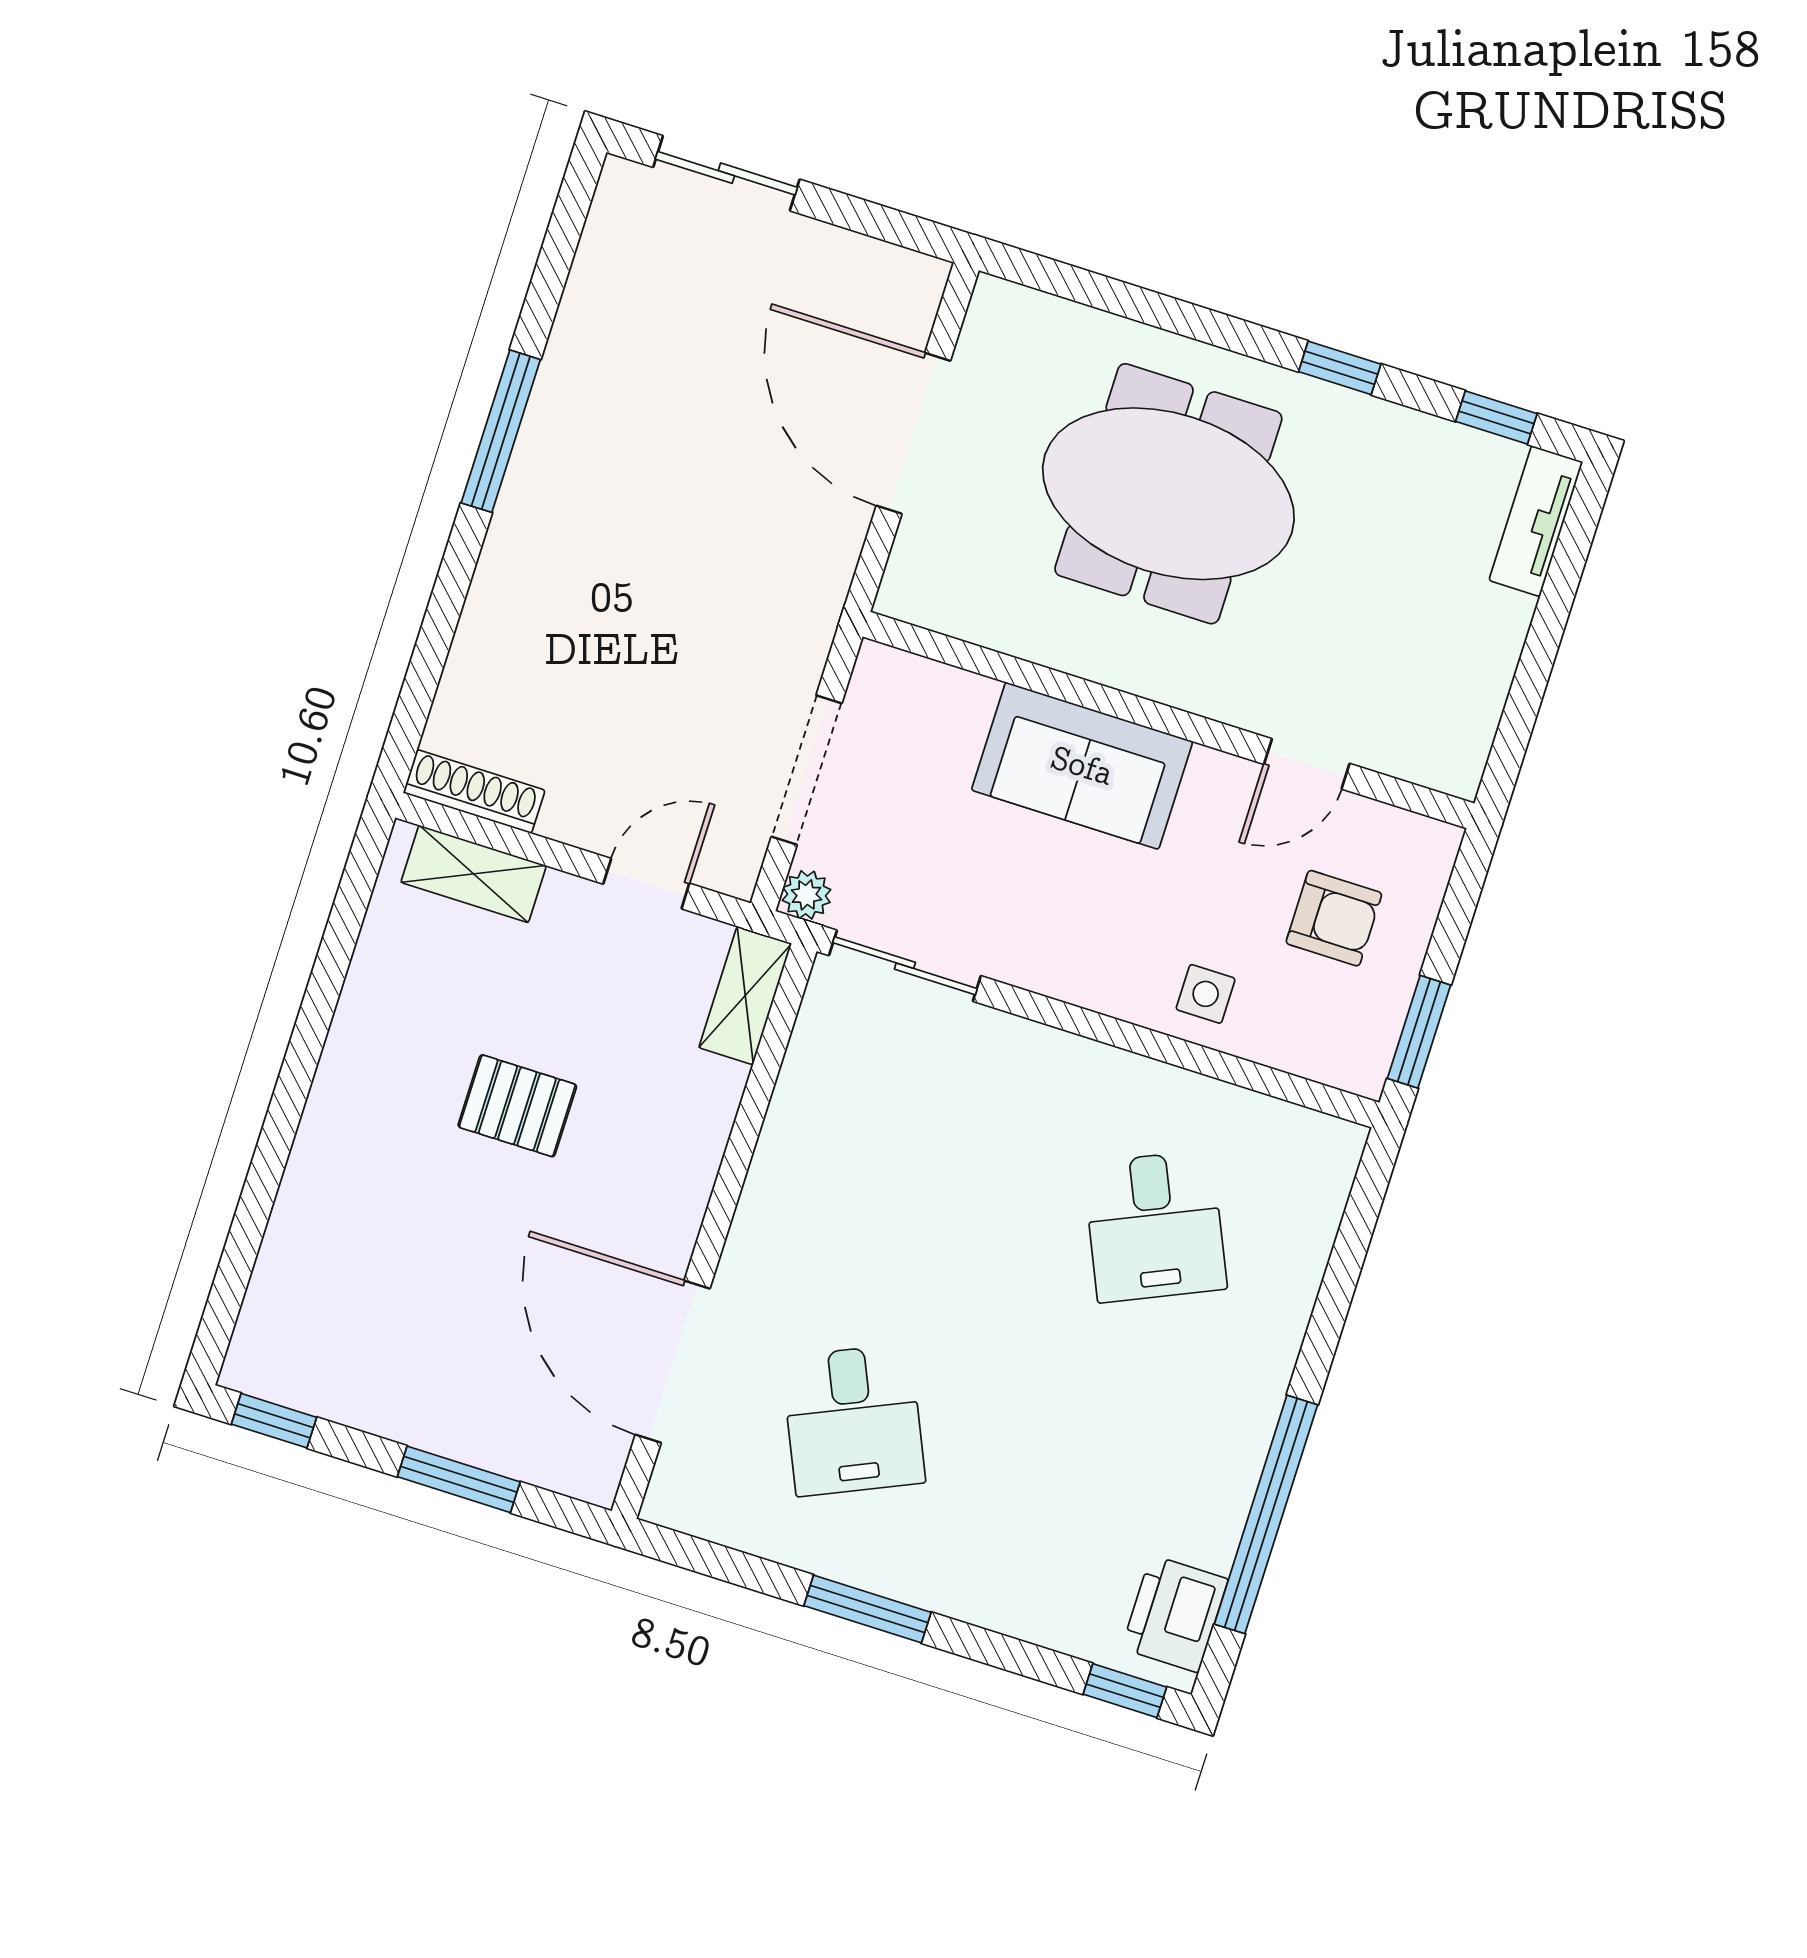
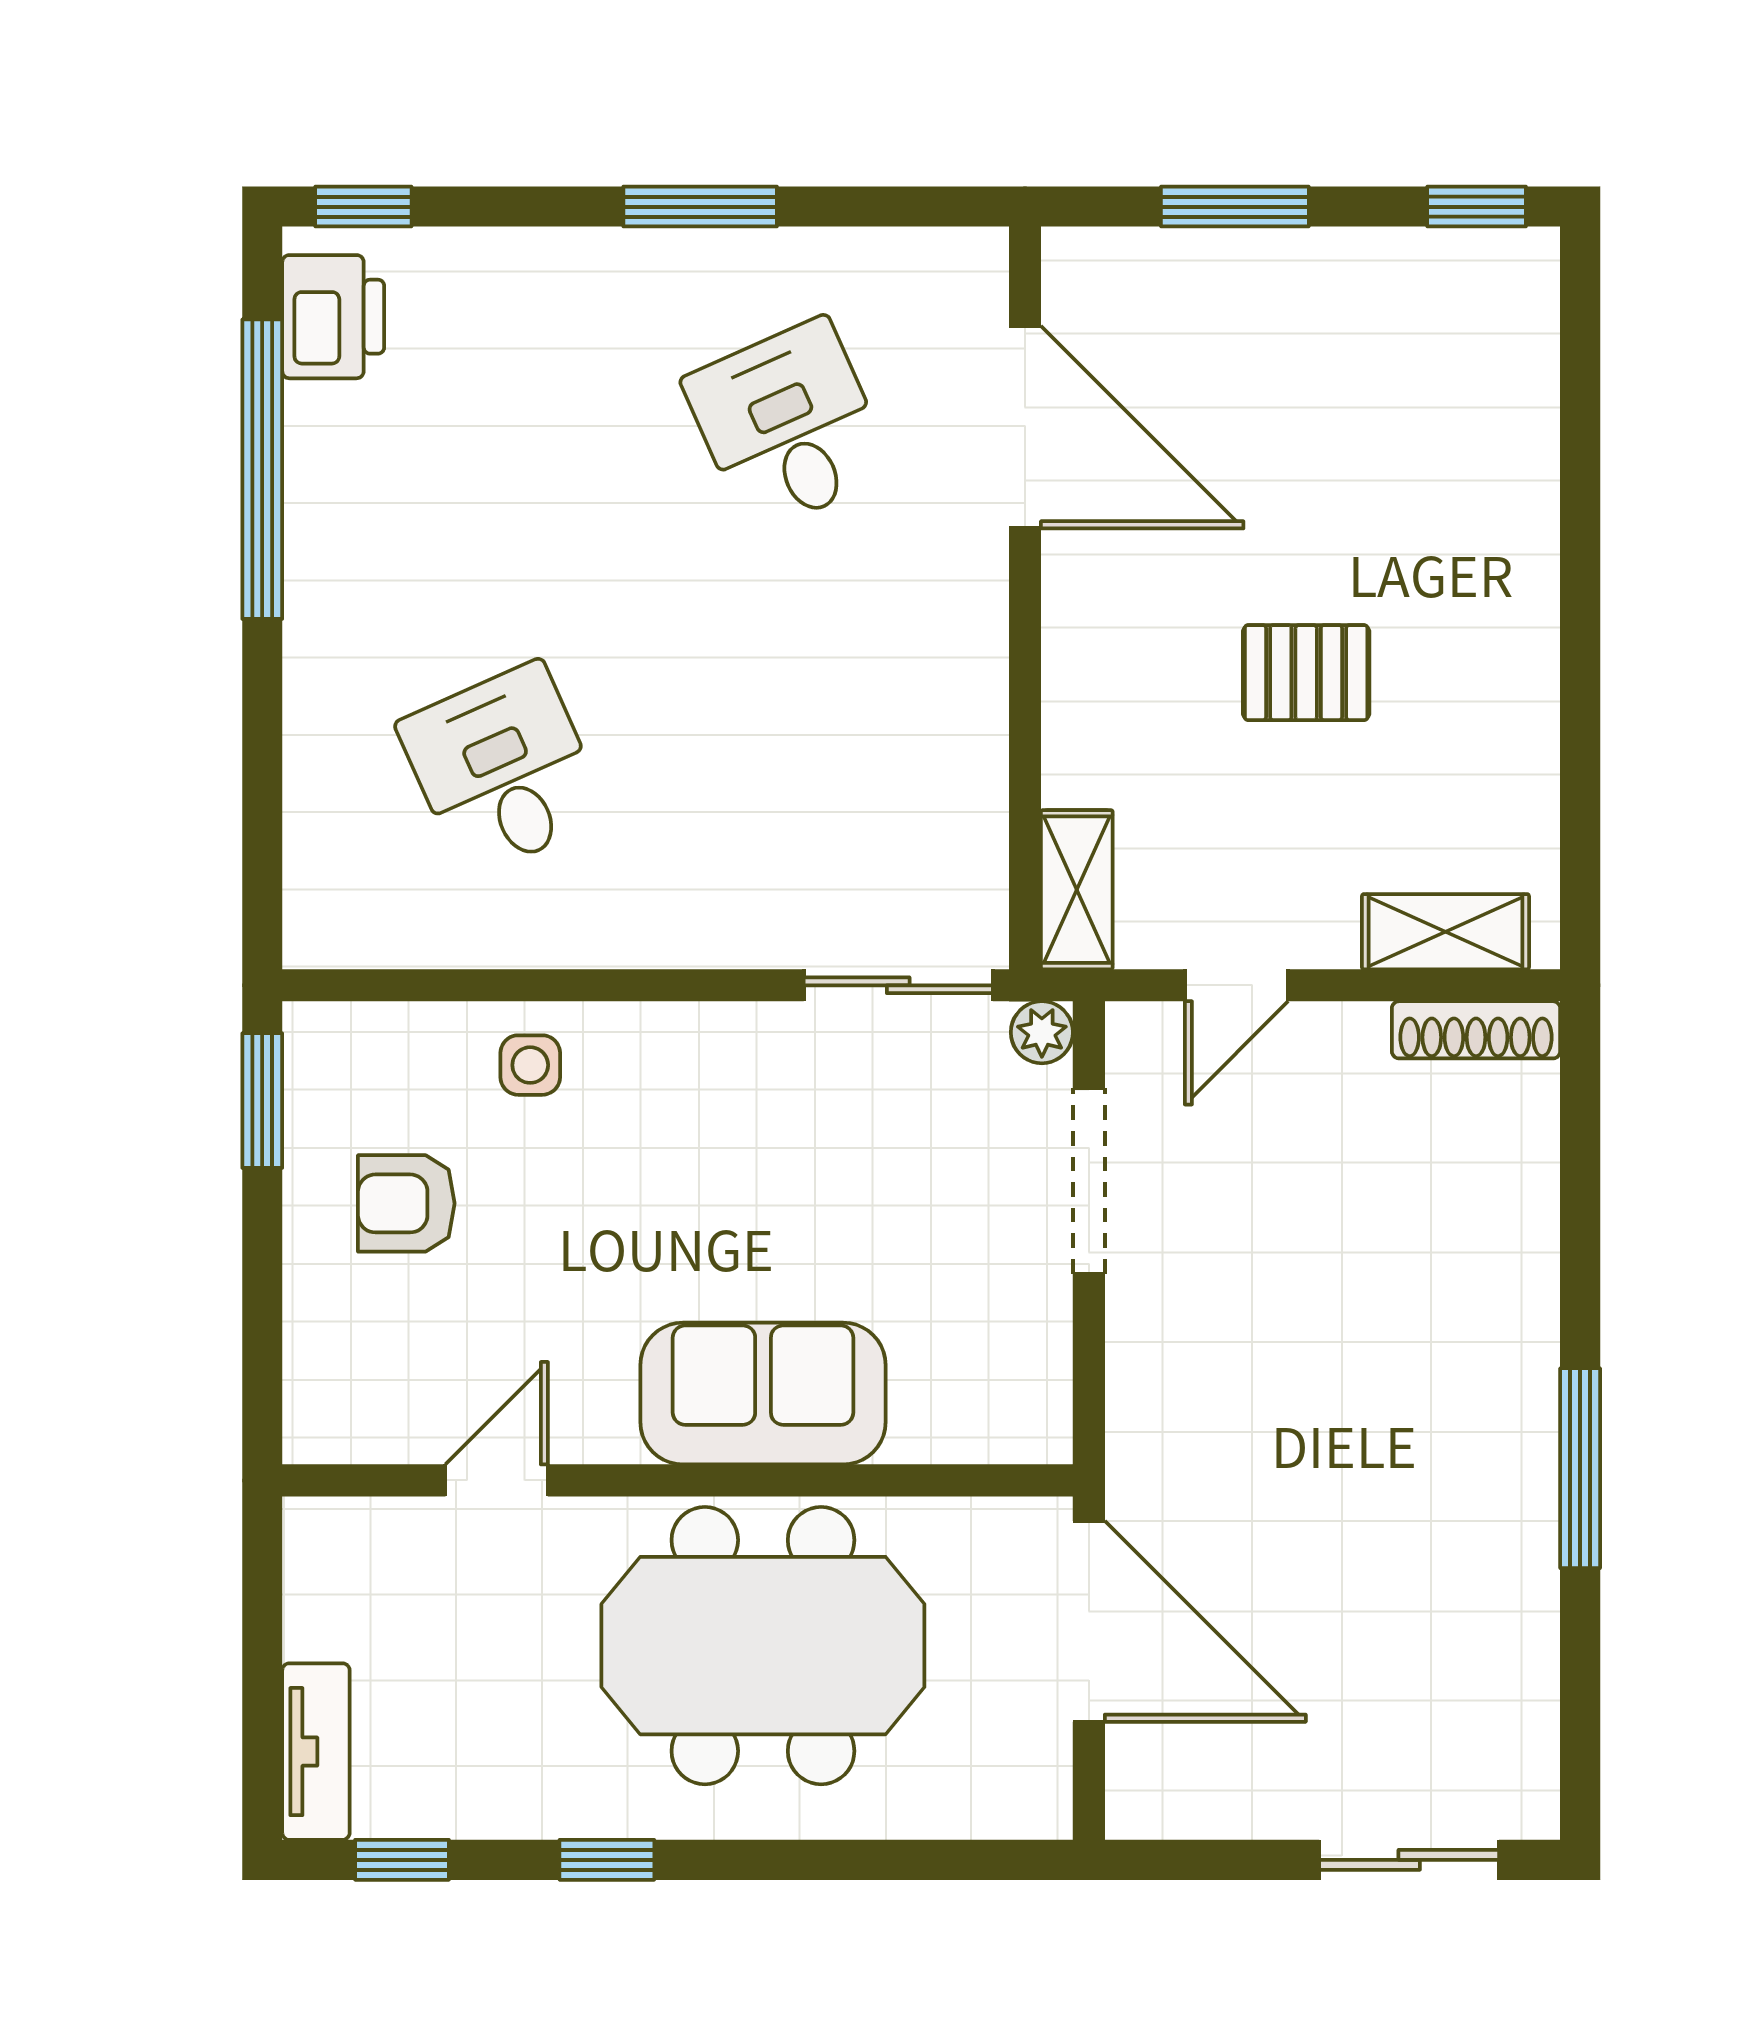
wall: (1168, 720) -> (678, 1480), moved
door: (1307, 764) -> (497, 1480), moved
sofa: (1082, 766) -> (763, 1394), moved

